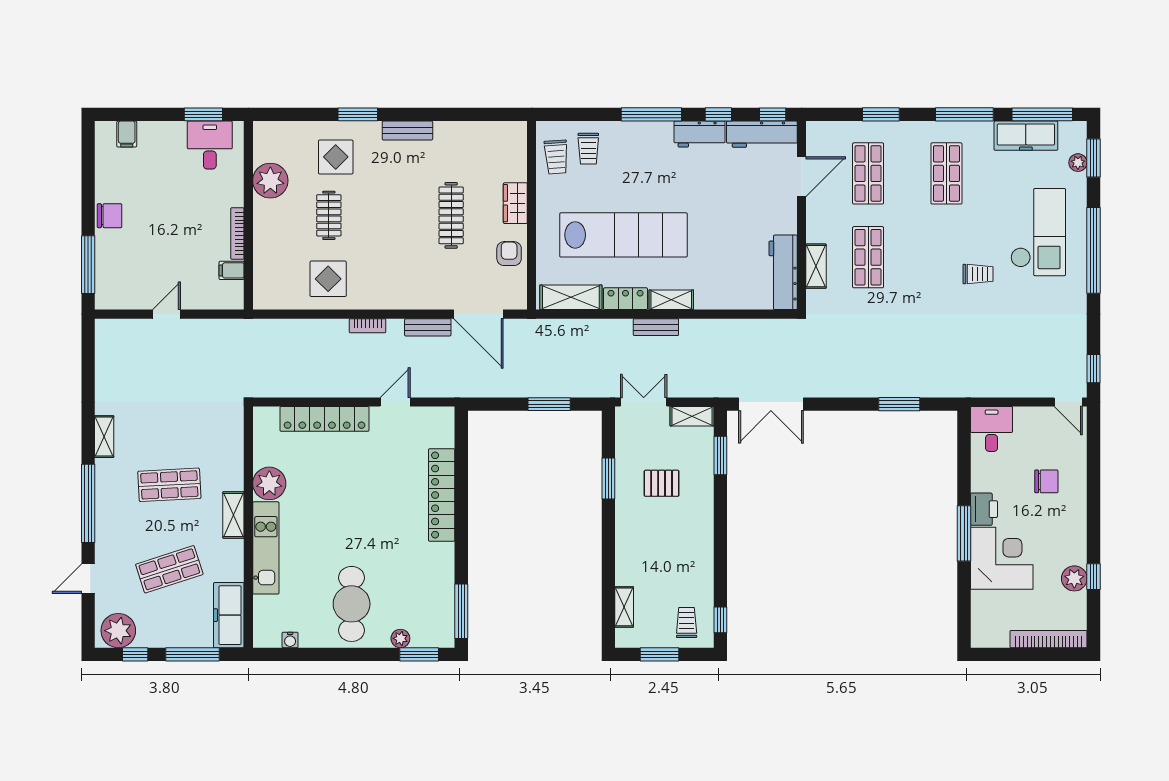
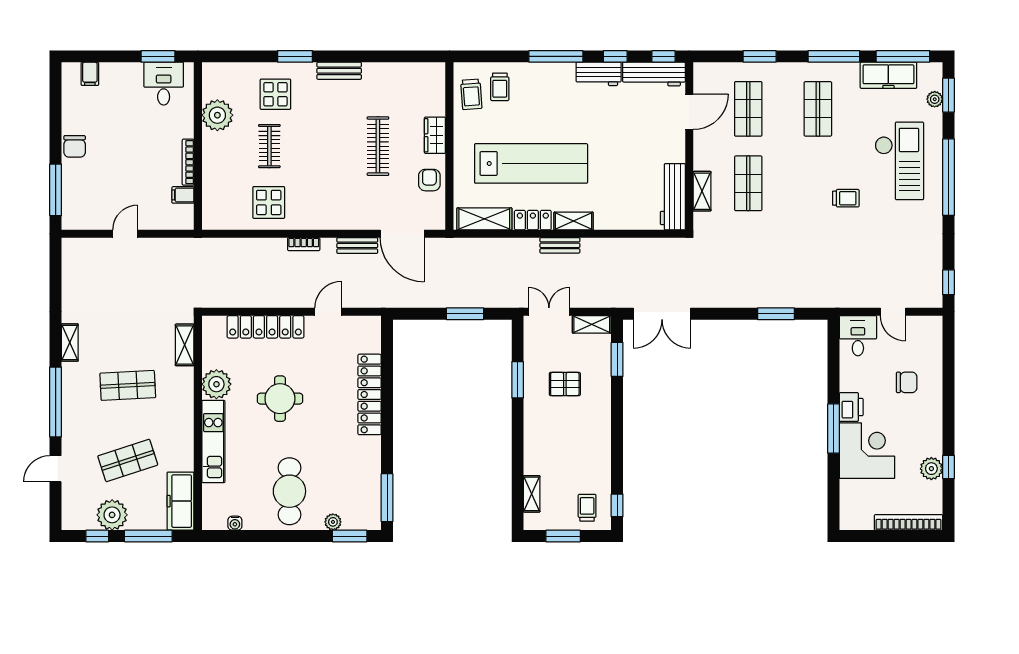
chair: (110, 216) -> (75, 146), turned 90
door: (1068, 402) -> (893, 312), moved
round table: (341, 500) -> (280, 399), added
shelving: (233, 515) -> (185, 345), moved
plant: (118, 631) -> (112, 515), moved

